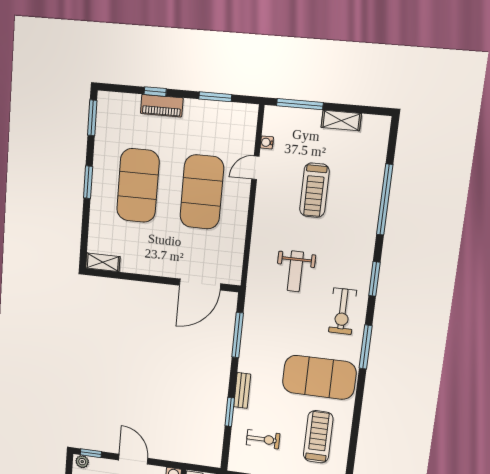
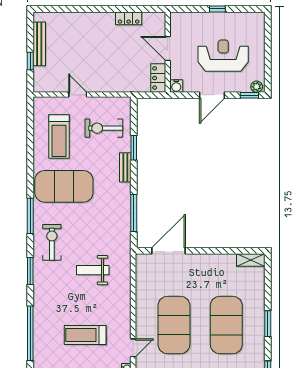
treadmill: (314, 190) -> (85, 335), turned -90
weight bench: (295, 271) -> (93, 270), turned -90
exercise bike: (263, 439) -> (104, 128), width x1.38, depth x1.39
door: (133, 459) -> (212, 95), hinge flipped

